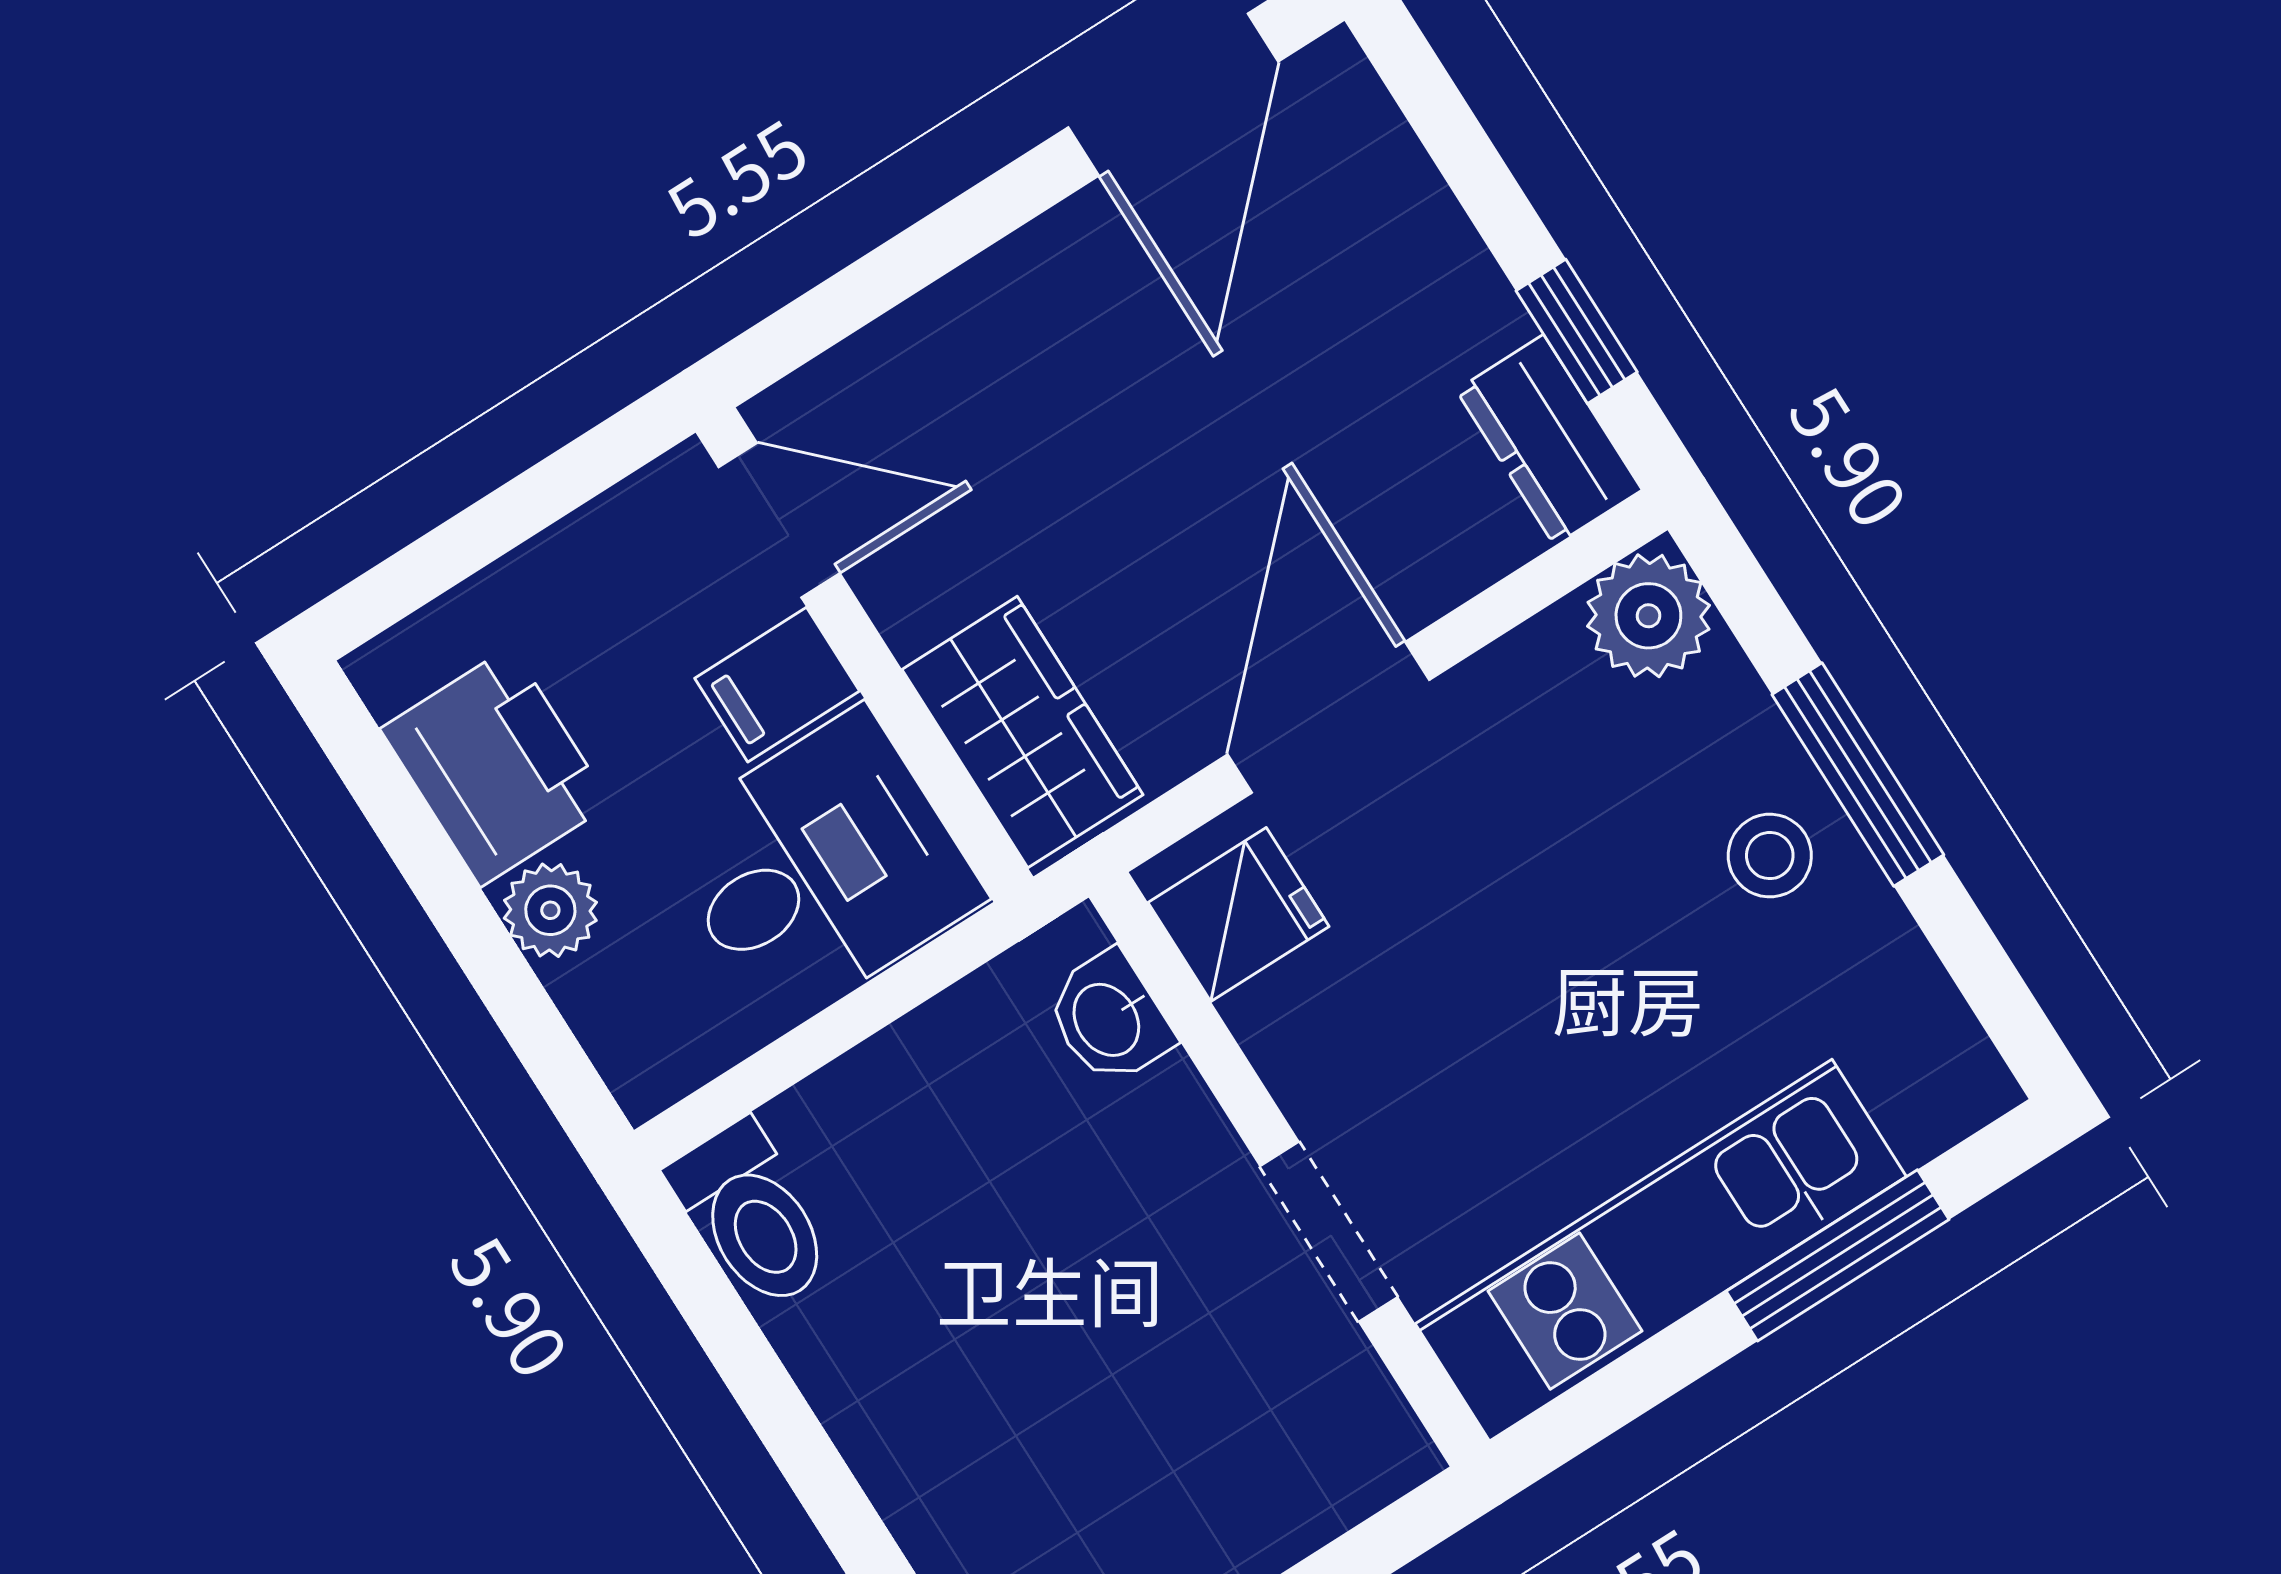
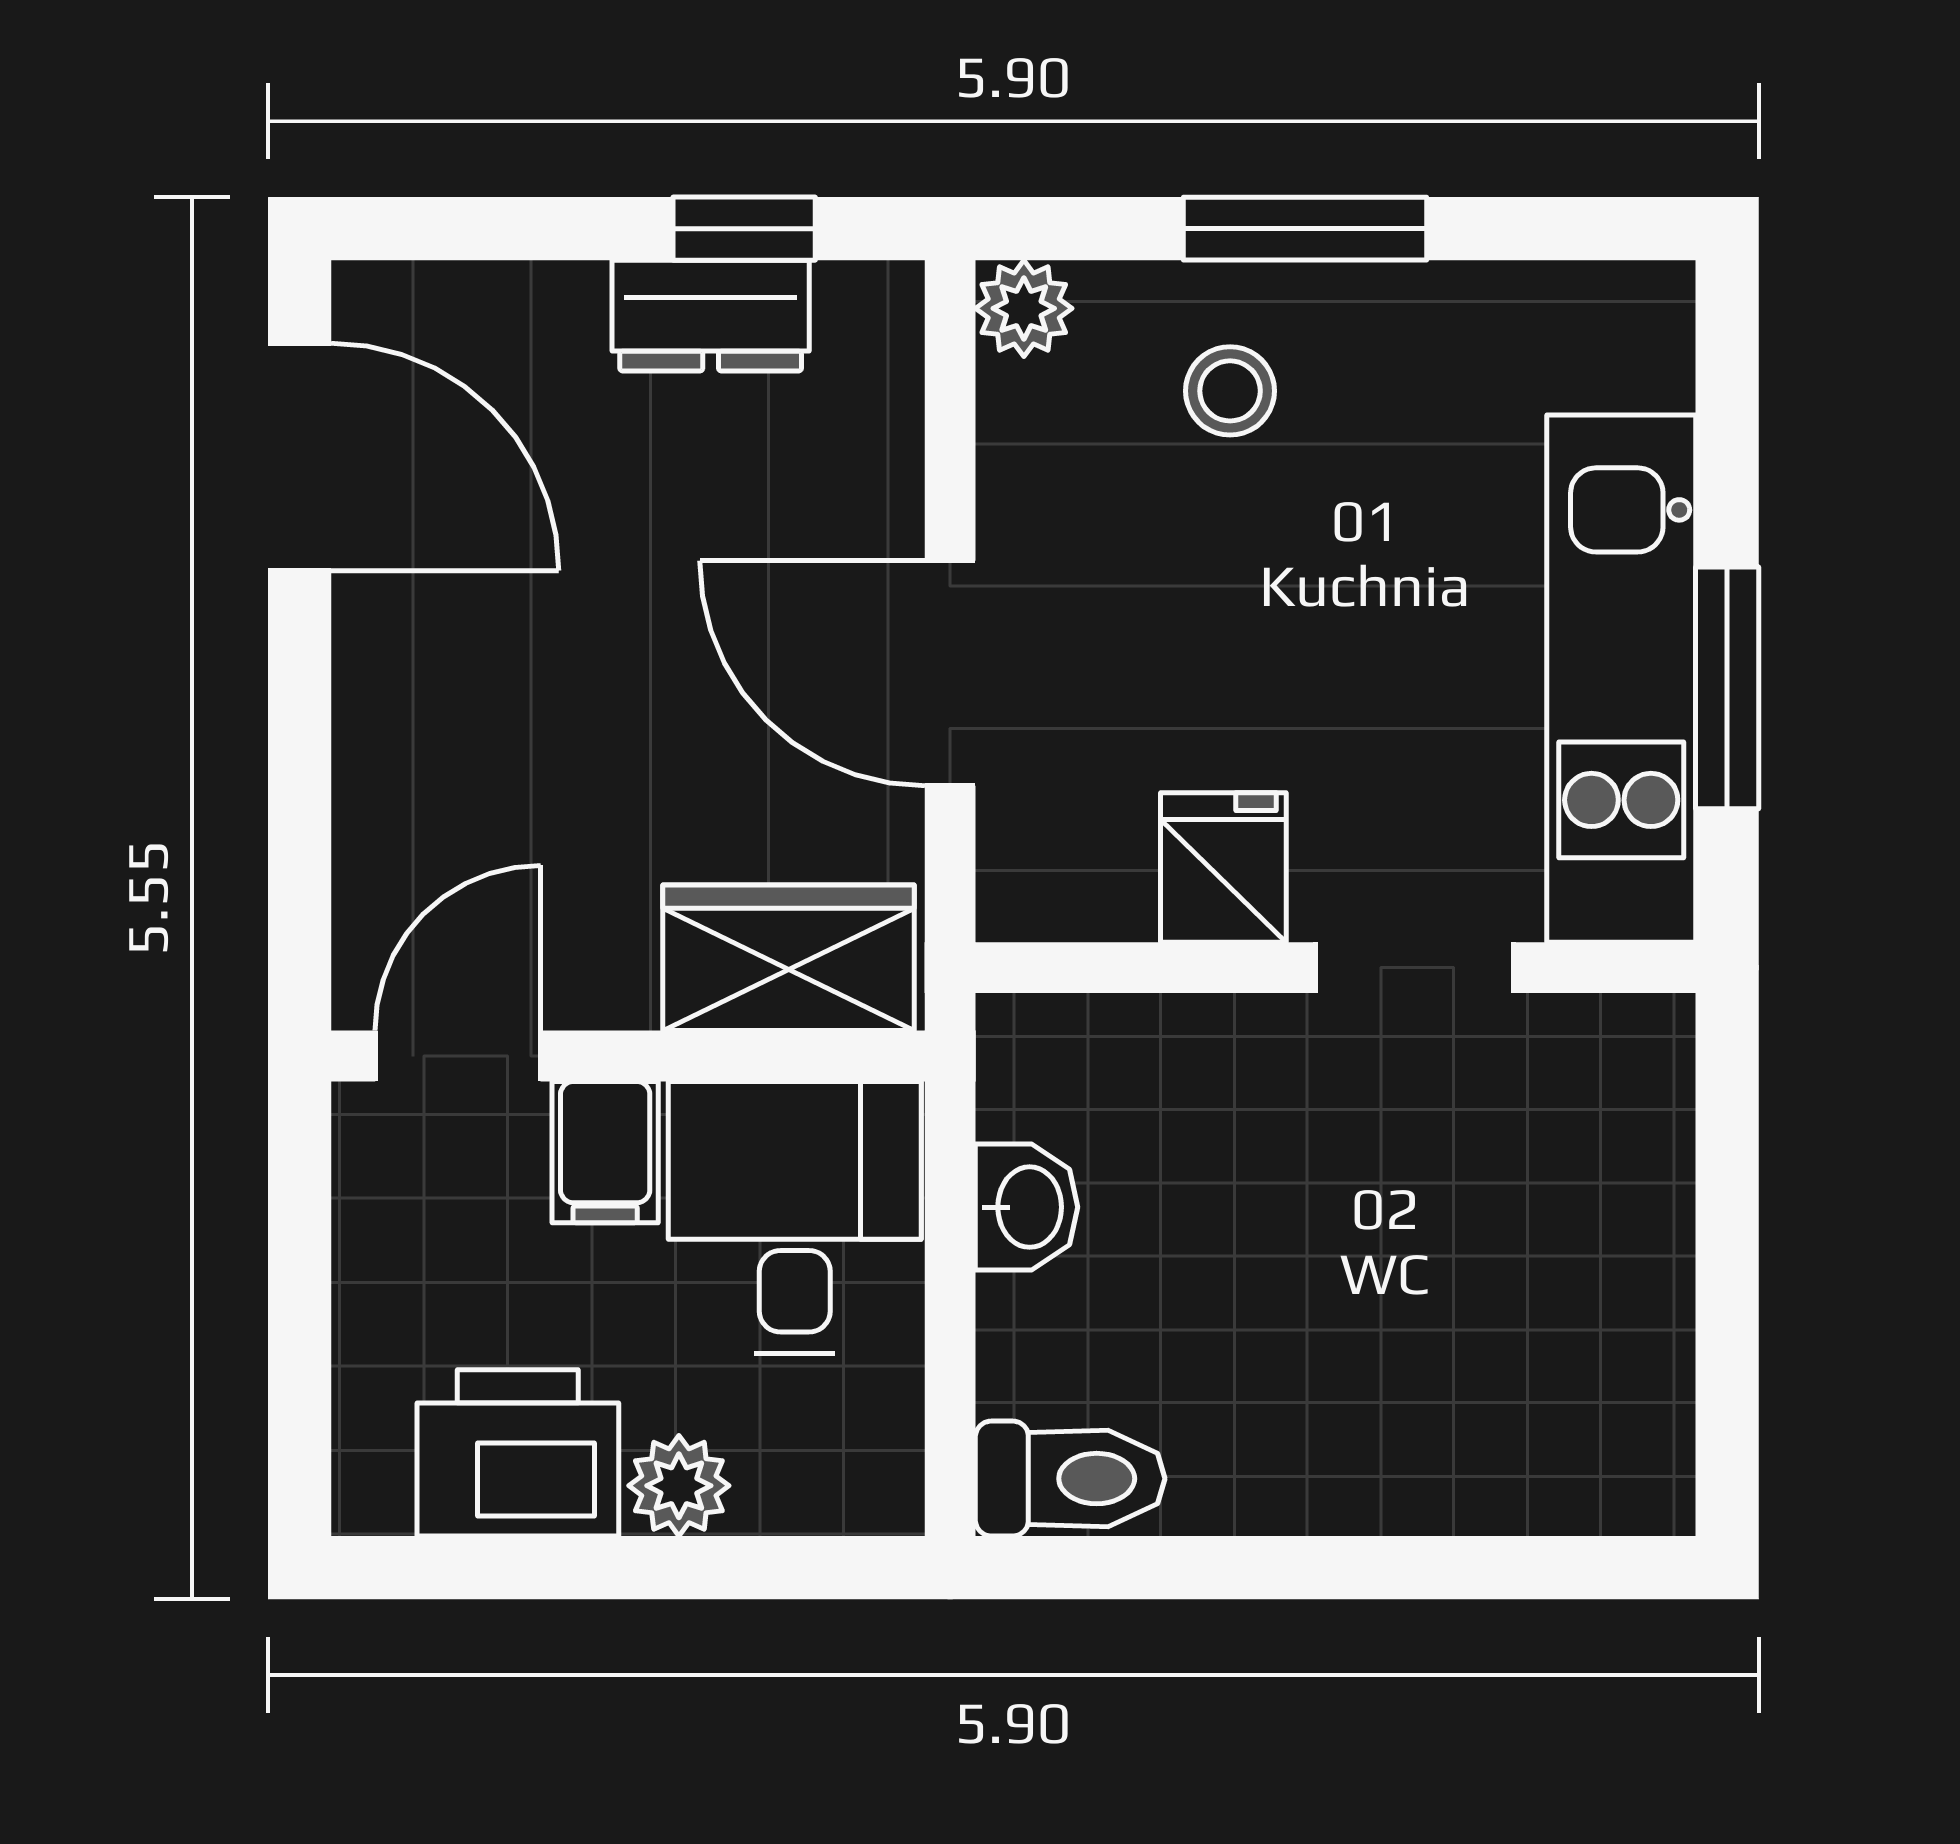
dresser: (1549, 440) -> (711, 316), moved
plant: (1648, 616) -> (1024, 308), width x0.73, depth x0.73
stool: (1770, 856) -> (1230, 391), moved
fridge: (1238, 915) -> (1223, 867), moved
washbasin: (1109, 1018) -> (1027, 1207), moved, turned -90
window: (1838, 1255) -> (1727, 688), moved

